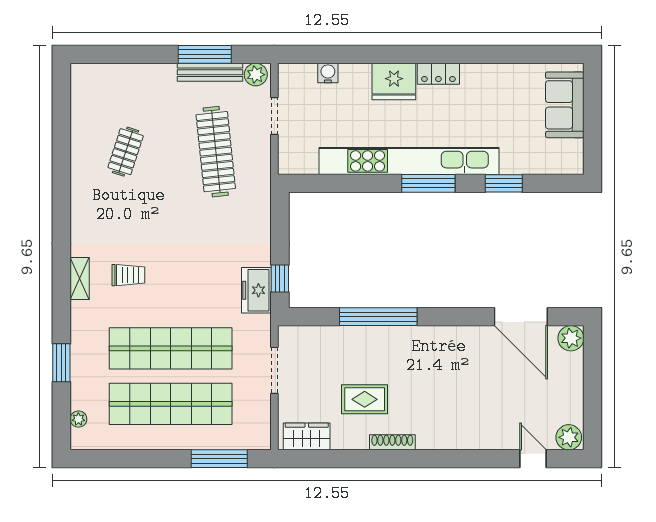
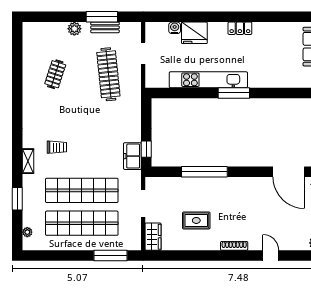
bench: (210, 72) -> (105, 27), width x0.73
plant: (256, 75) -> (74, 29), moved
fridge: (394, 82) -> (194, 33), moved
kitchen unit: (409, 161) -> (208, 80), width x0.73
window: (504, 183) -> (278, 93), removed
shelving: (80, 279) -> (28, 161), moved
wardrobe: (307, 436) -> (153, 237), moved, turned 90
shoe rack: (392, 442) -> (234, 246), moved
door: (533, 459) -> (271, 256), moved

